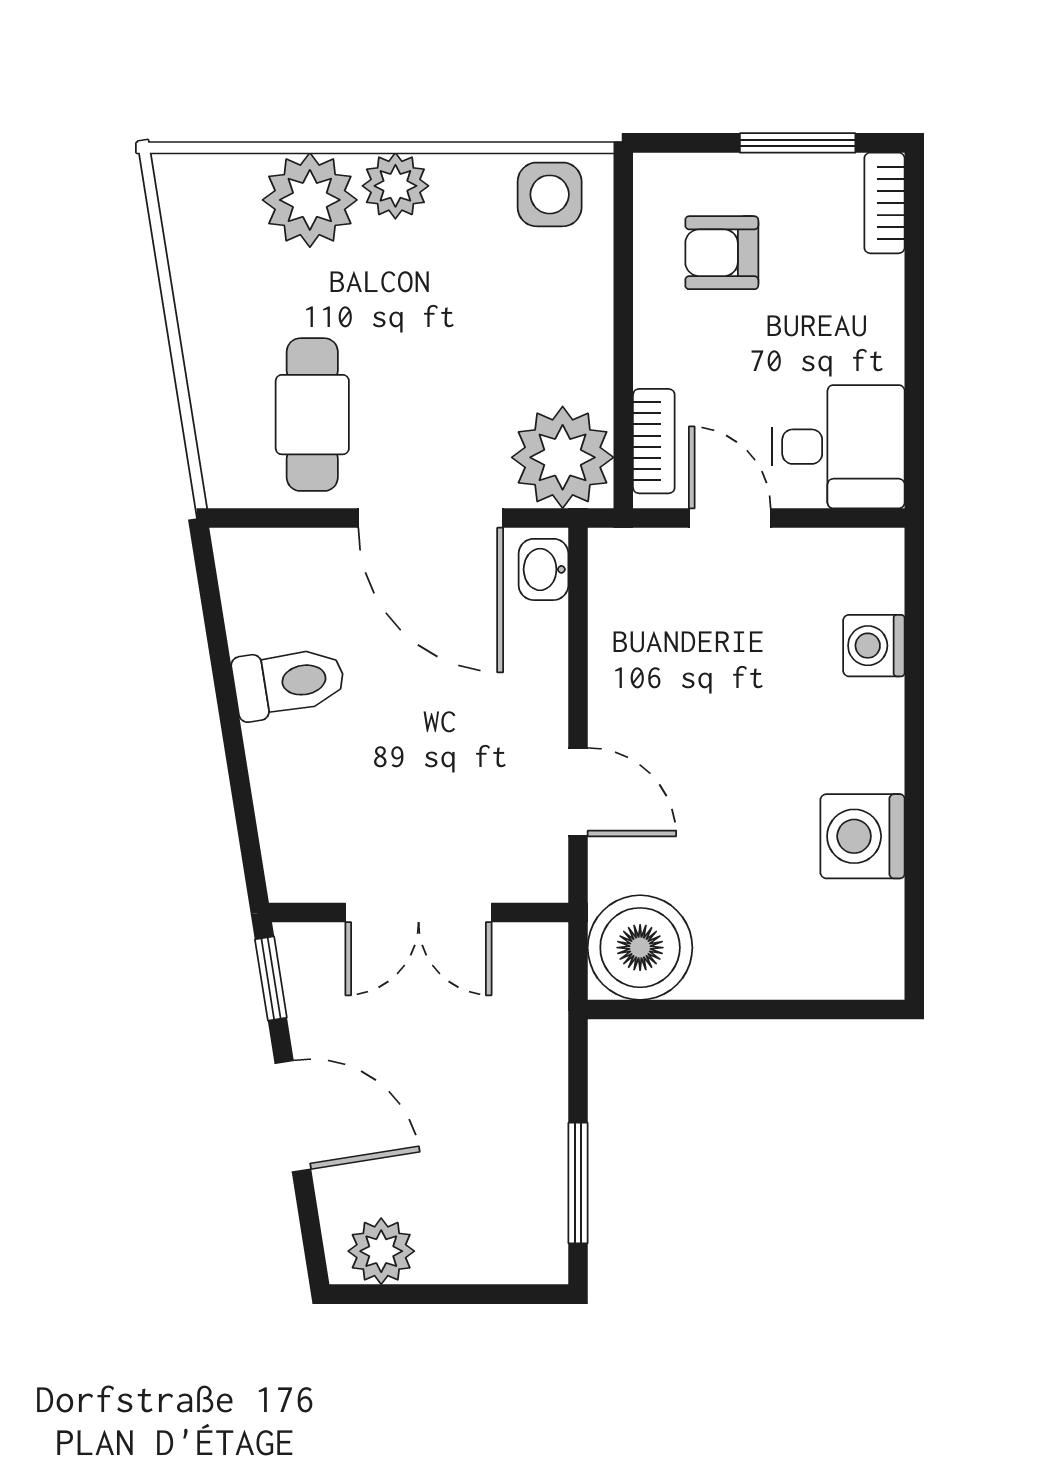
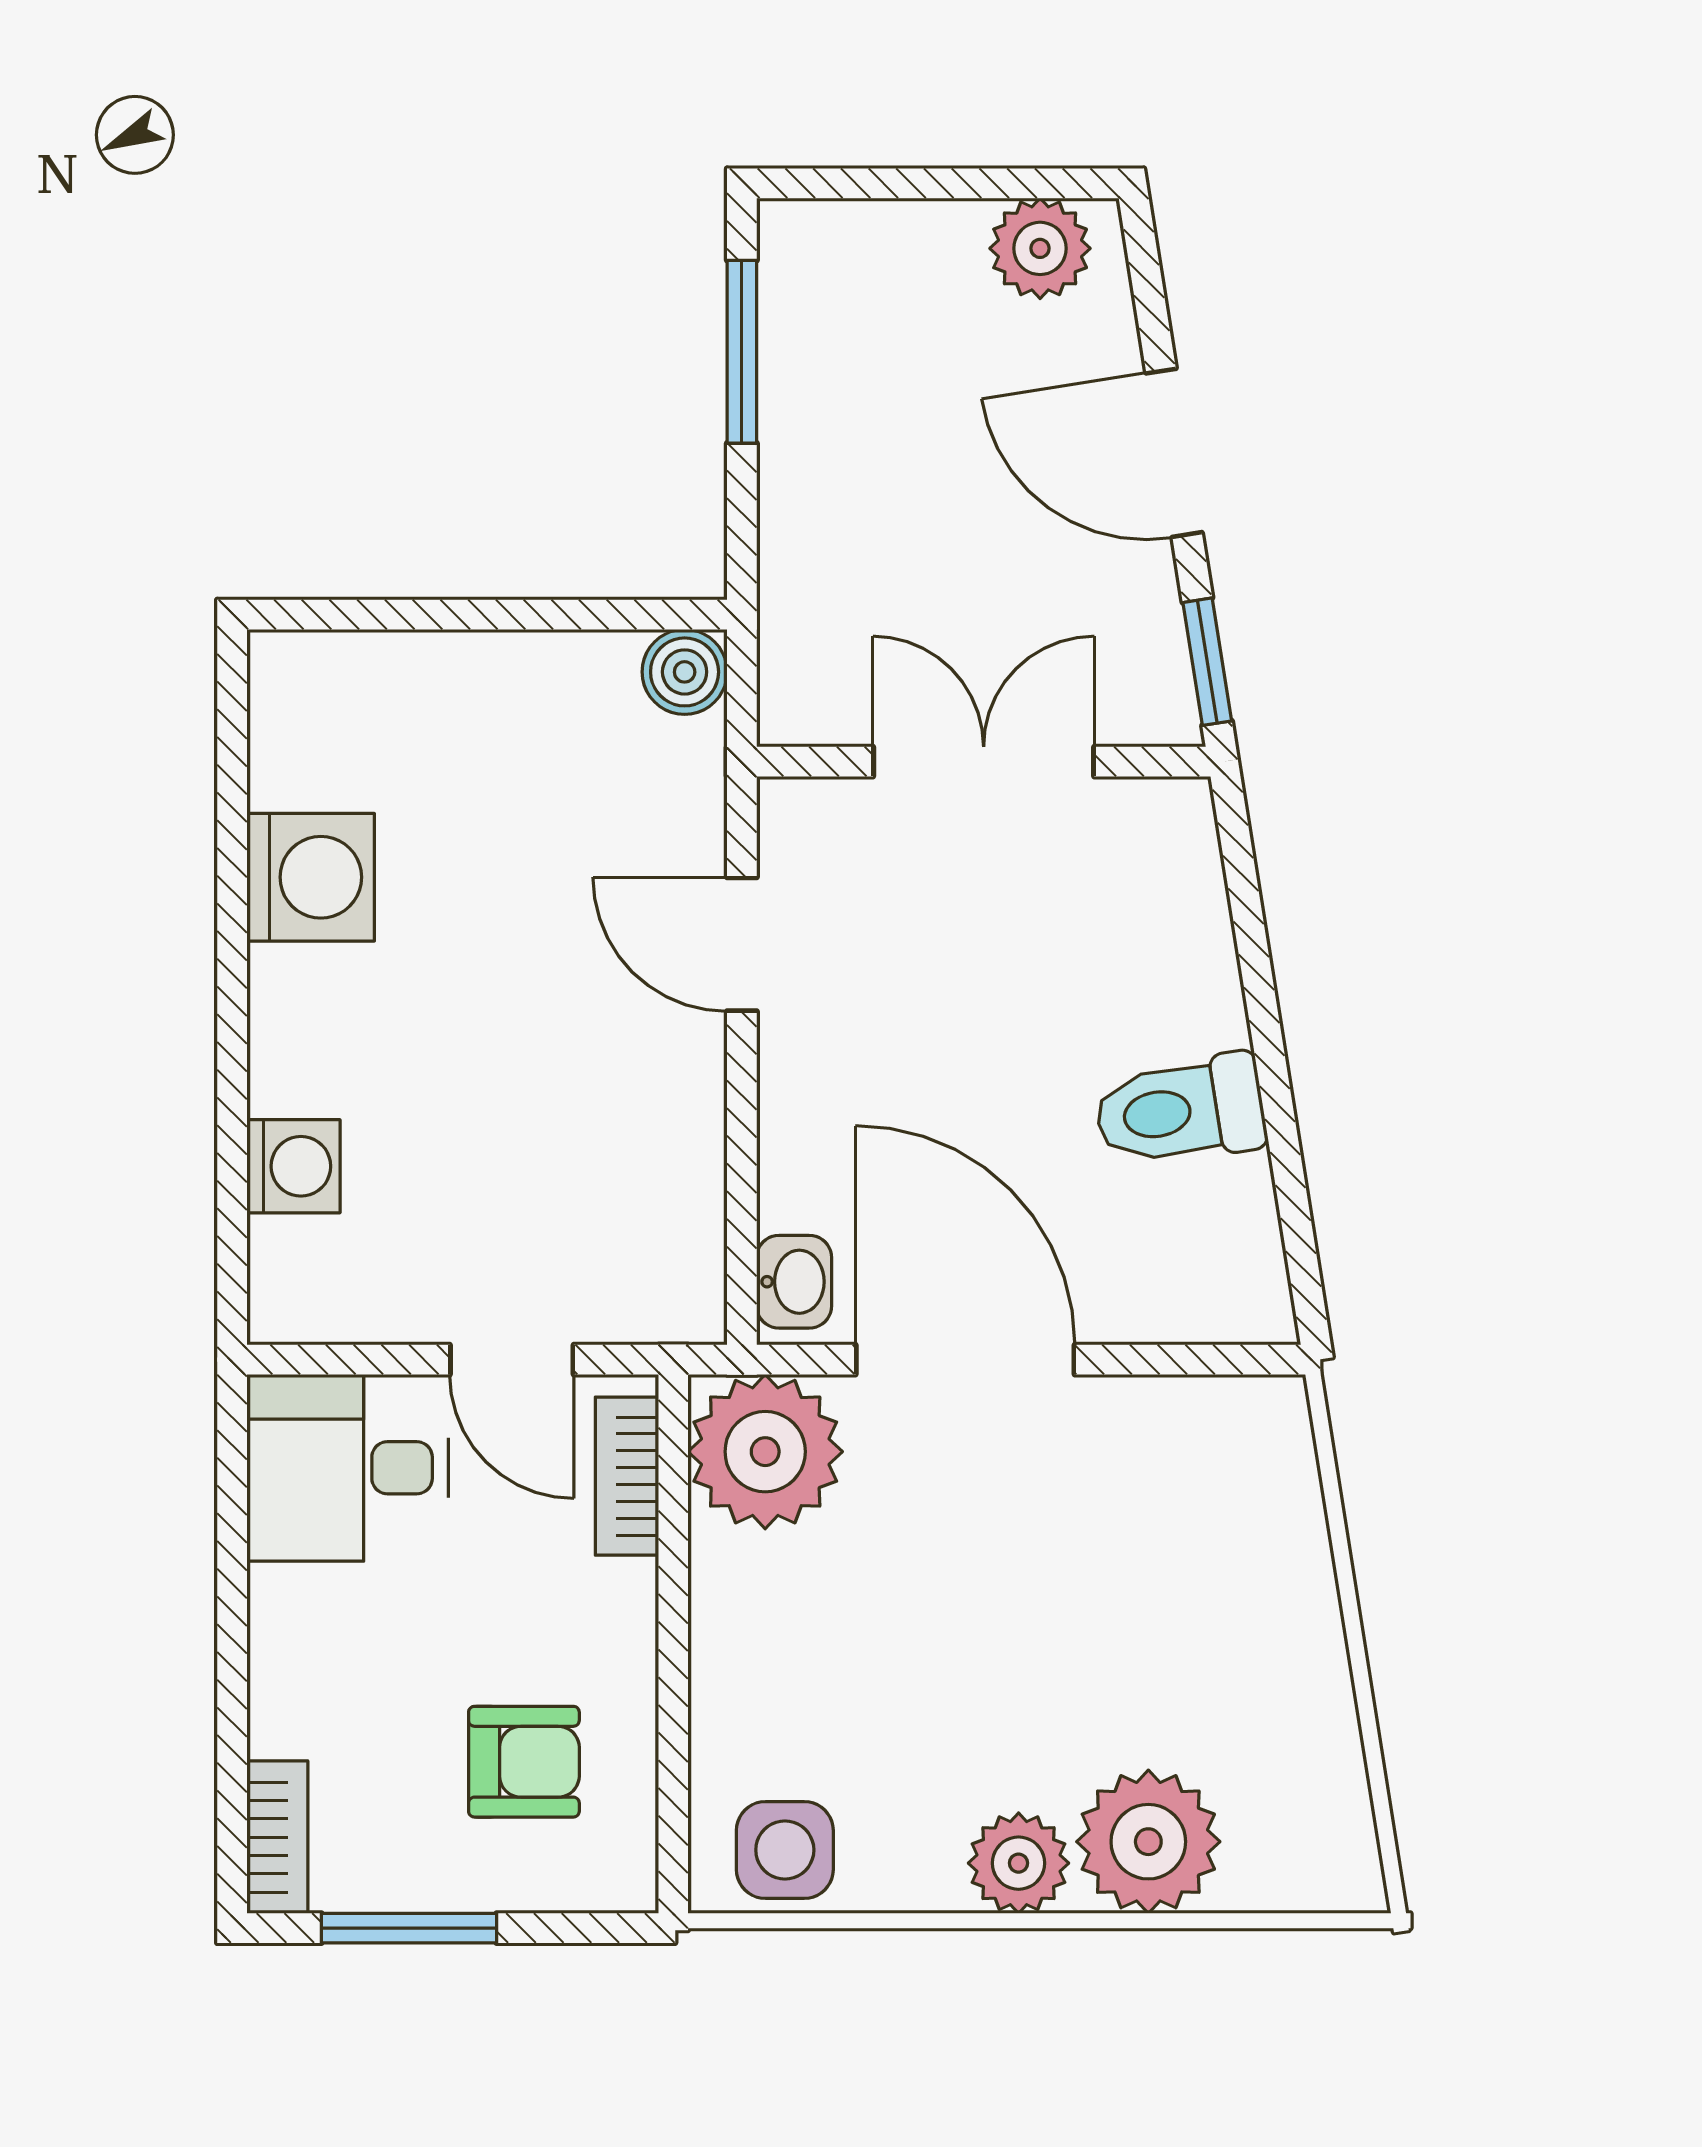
cafe table: (312, 415) -> (1145, 1516), removed
boiler: (640, 948) -> (685, 672), width x0.54, depth x0.54

